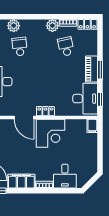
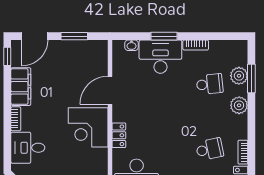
window: (16, 17) -> (251, 79), added
plant: (52, 26) -> (239, 105), moved
locker: (45, 111) -> (119, 135), moved

